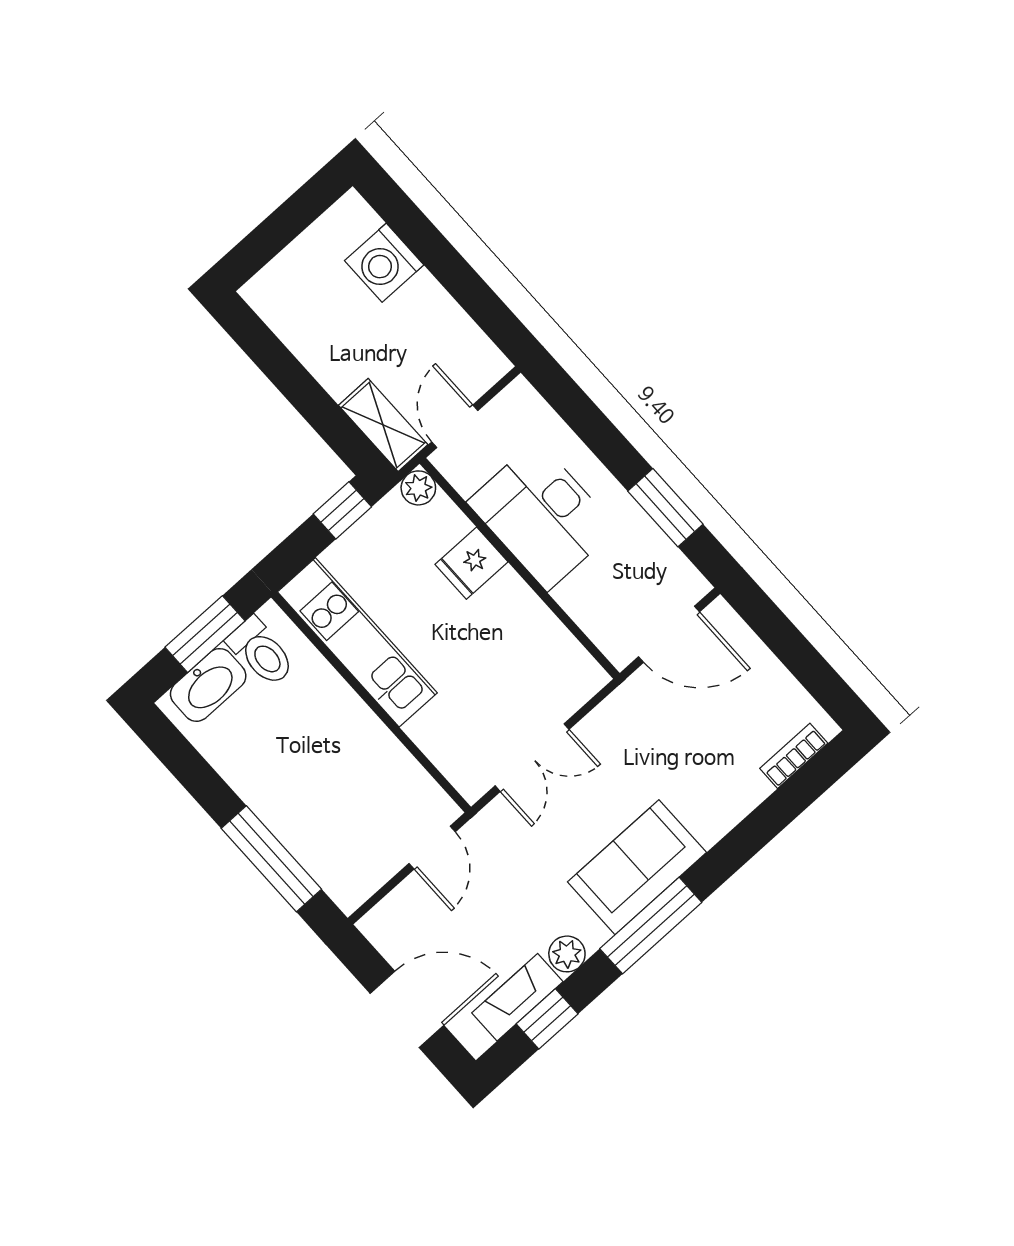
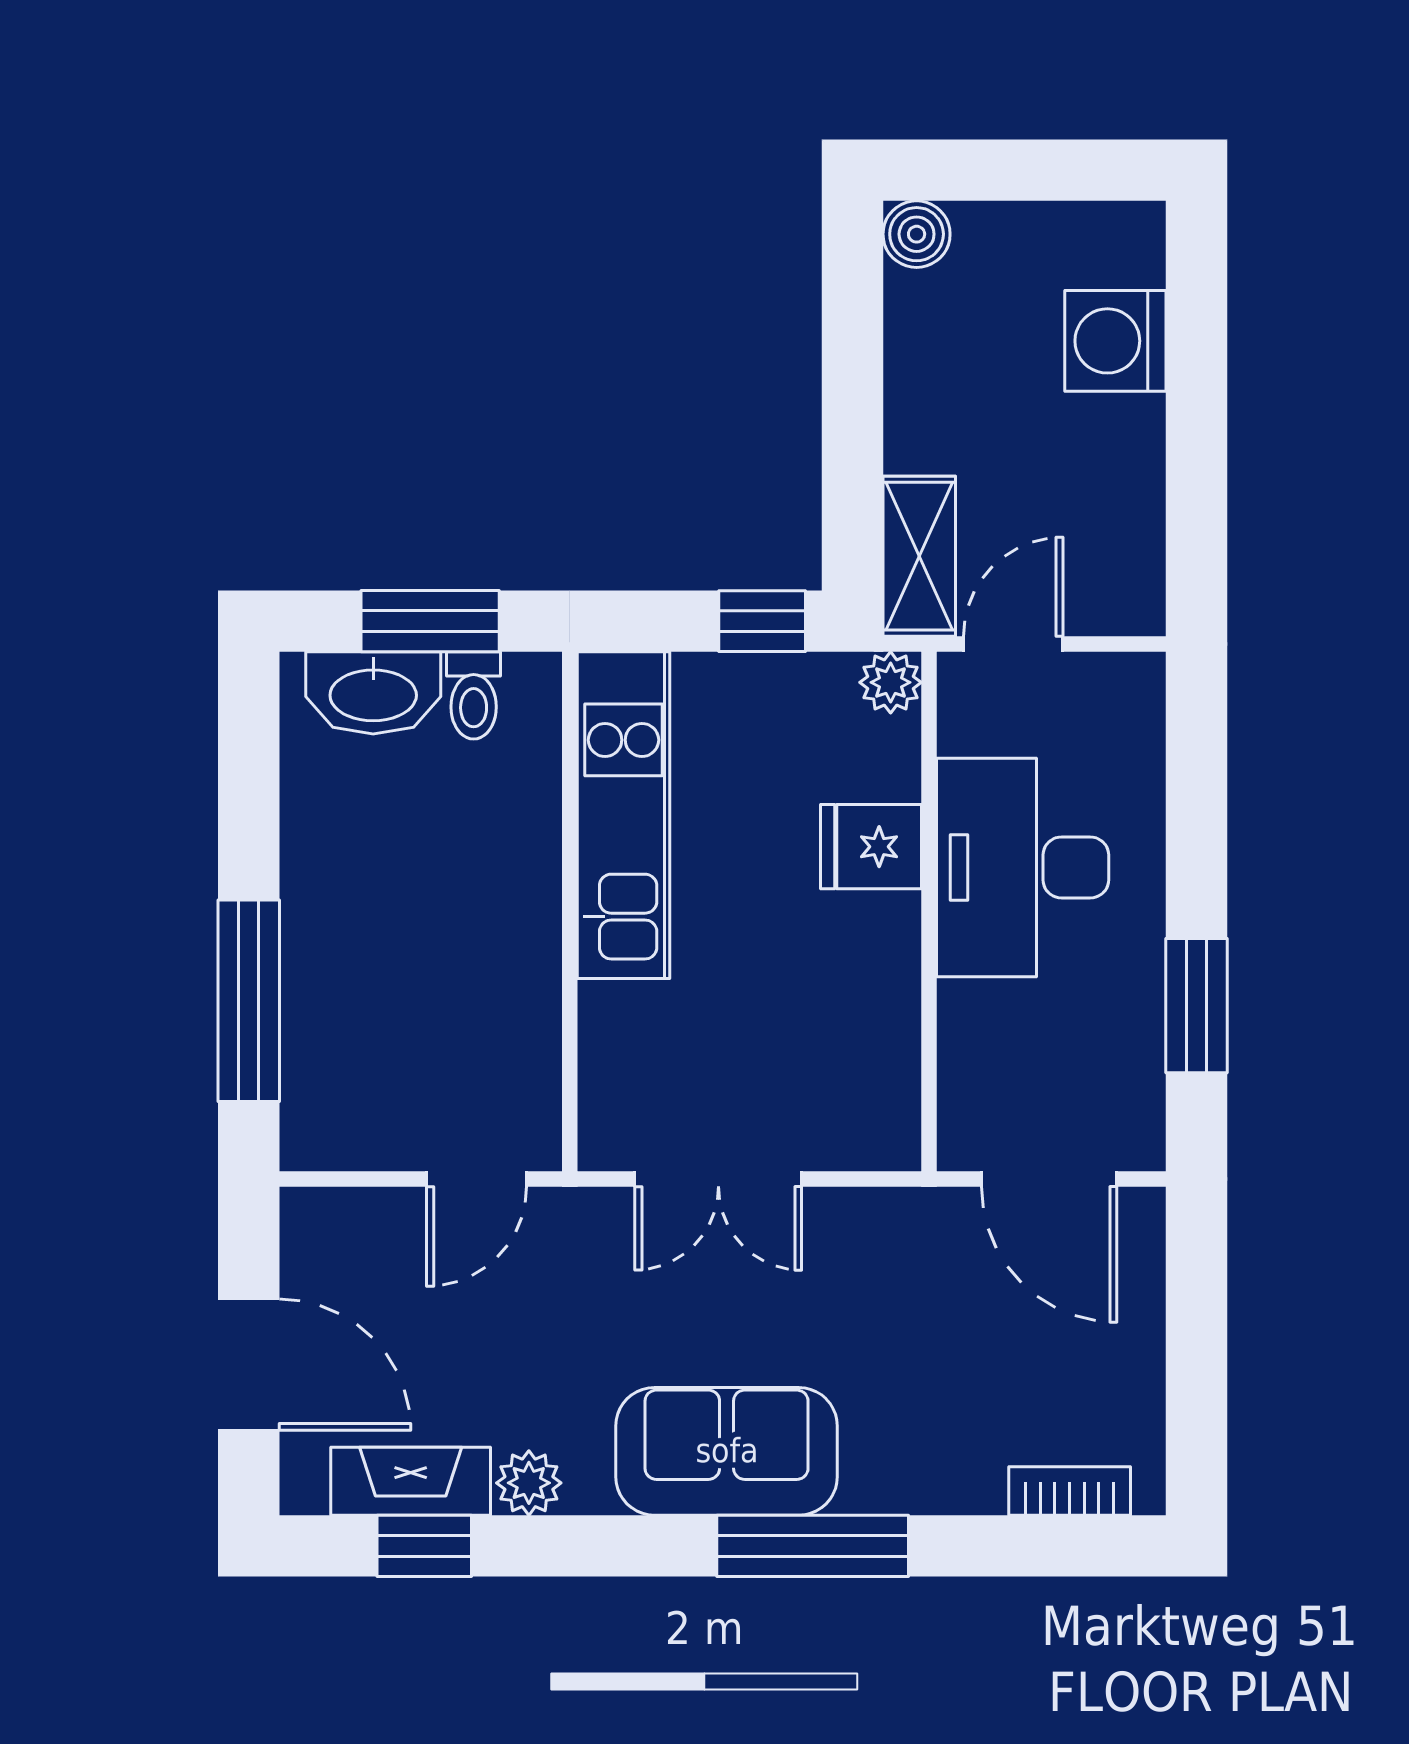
boiler: (262, 293) -> (917, 234), added
toilet: (261, 652) -> (474, 695), width x0.73, depth x0.72
window: (651, 926) -> (813, 1546), moved

